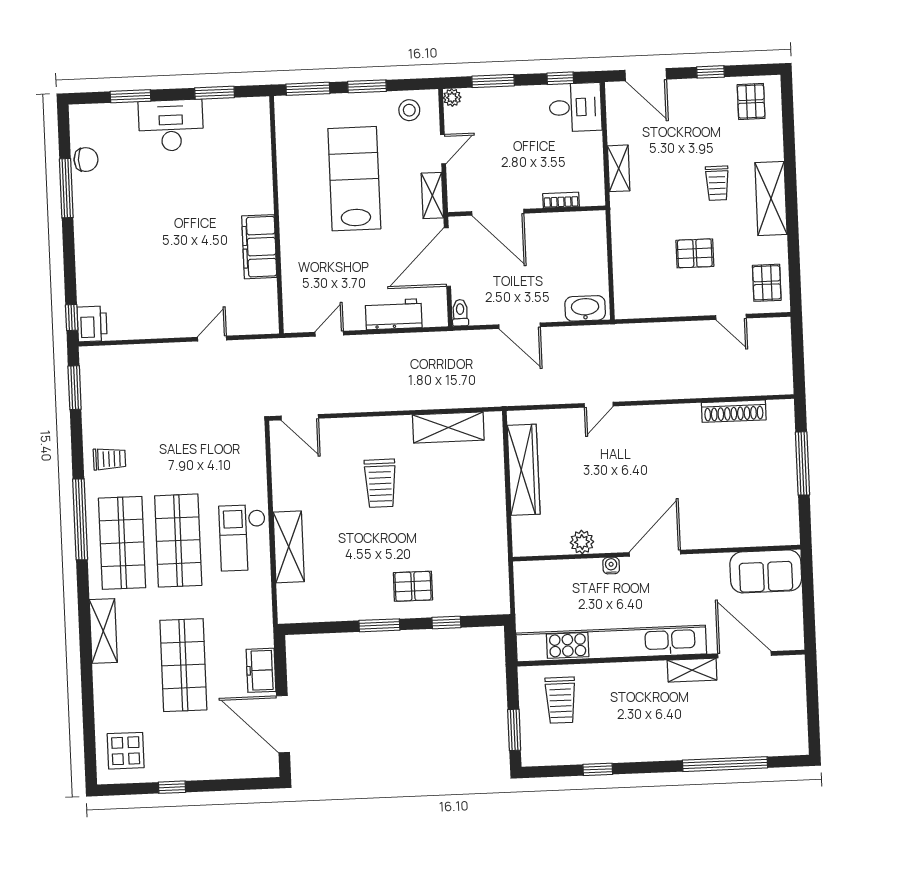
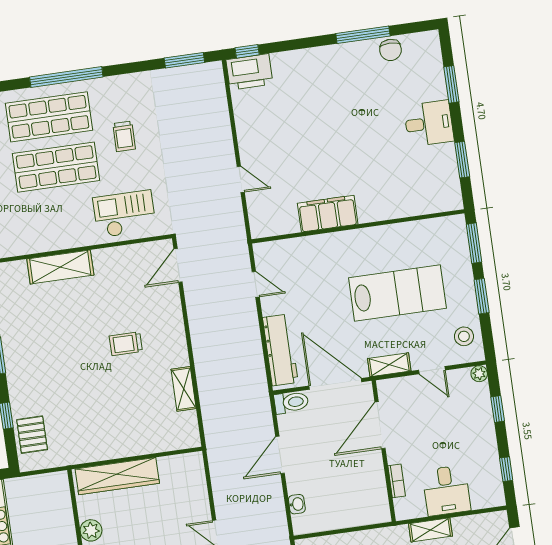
window: (493, 81) -> (498, 409), width x0.67
desk: (575, 107) -> (446, 490), moved
desk: (171, 125) -> (429, 123), width x0.73
washbasin: (585, 308) -> (297, 504), width x0.52, depth x0.69
toilet: (460, 313) -> (291, 402), width x1.37, depth x1.39
workbench: (394, 314) -> (280, 350), width x1.37
printer: (92, 324) -> (249, 72), width x1.37, depth x1.19
shelving: (448, 427) -> (184, 389), width x0.67, depth x0.75
trolley: (109, 459) -> (124, 136), moved
wardrobe: (524, 470) -> (117, 476), moved
trolley: (380, 483) -> (126, 344), width x0.73, depth x0.72
checkout: (243, 538) -> (124, 214), moved
pallet: (413, 586) -> (32, 435), moved

